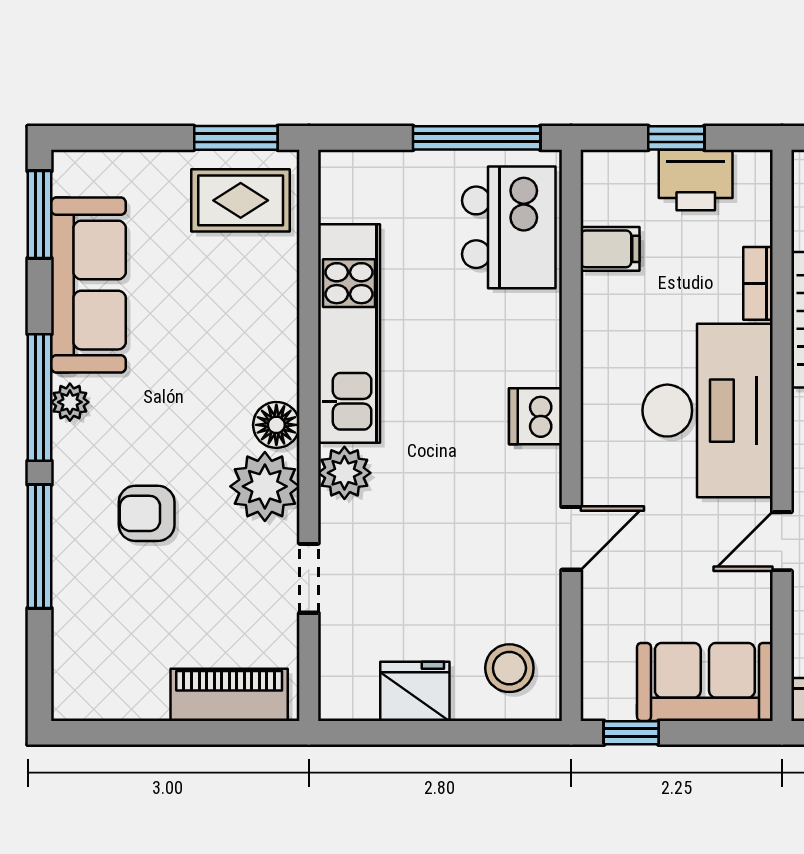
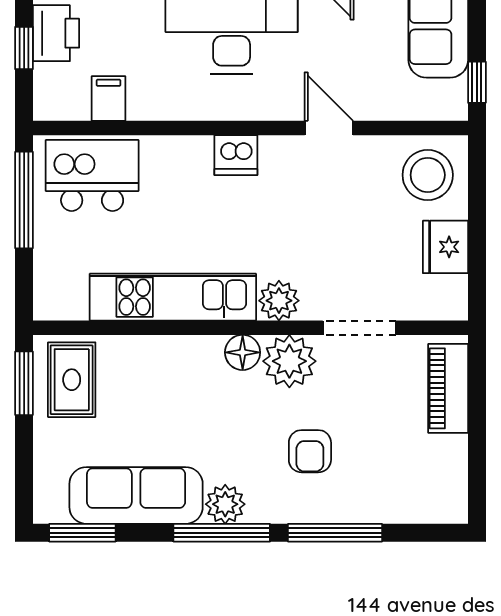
plant: (70, 402) -> (225, 504), width x1.38, depth x1.38
doorway: (309, 578) -> (359, 328), width x1.38
stool: (509, 668) -> (428, 175), width x1.38, depth x1.38

